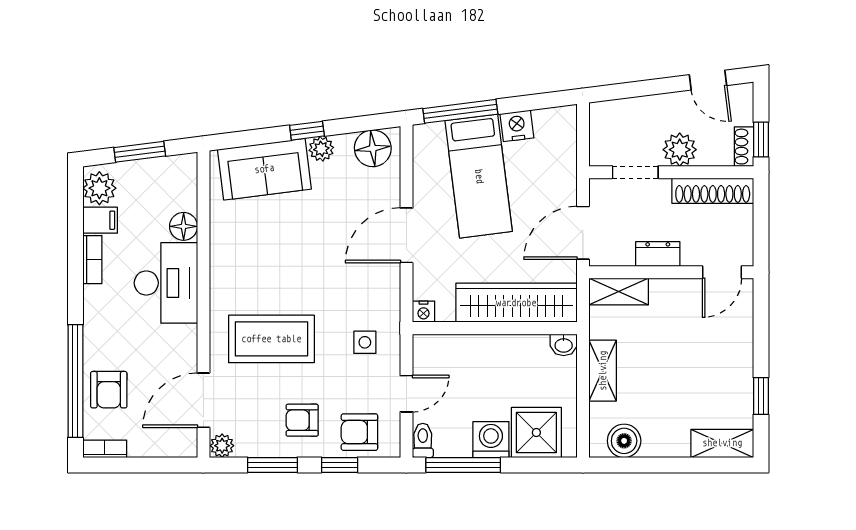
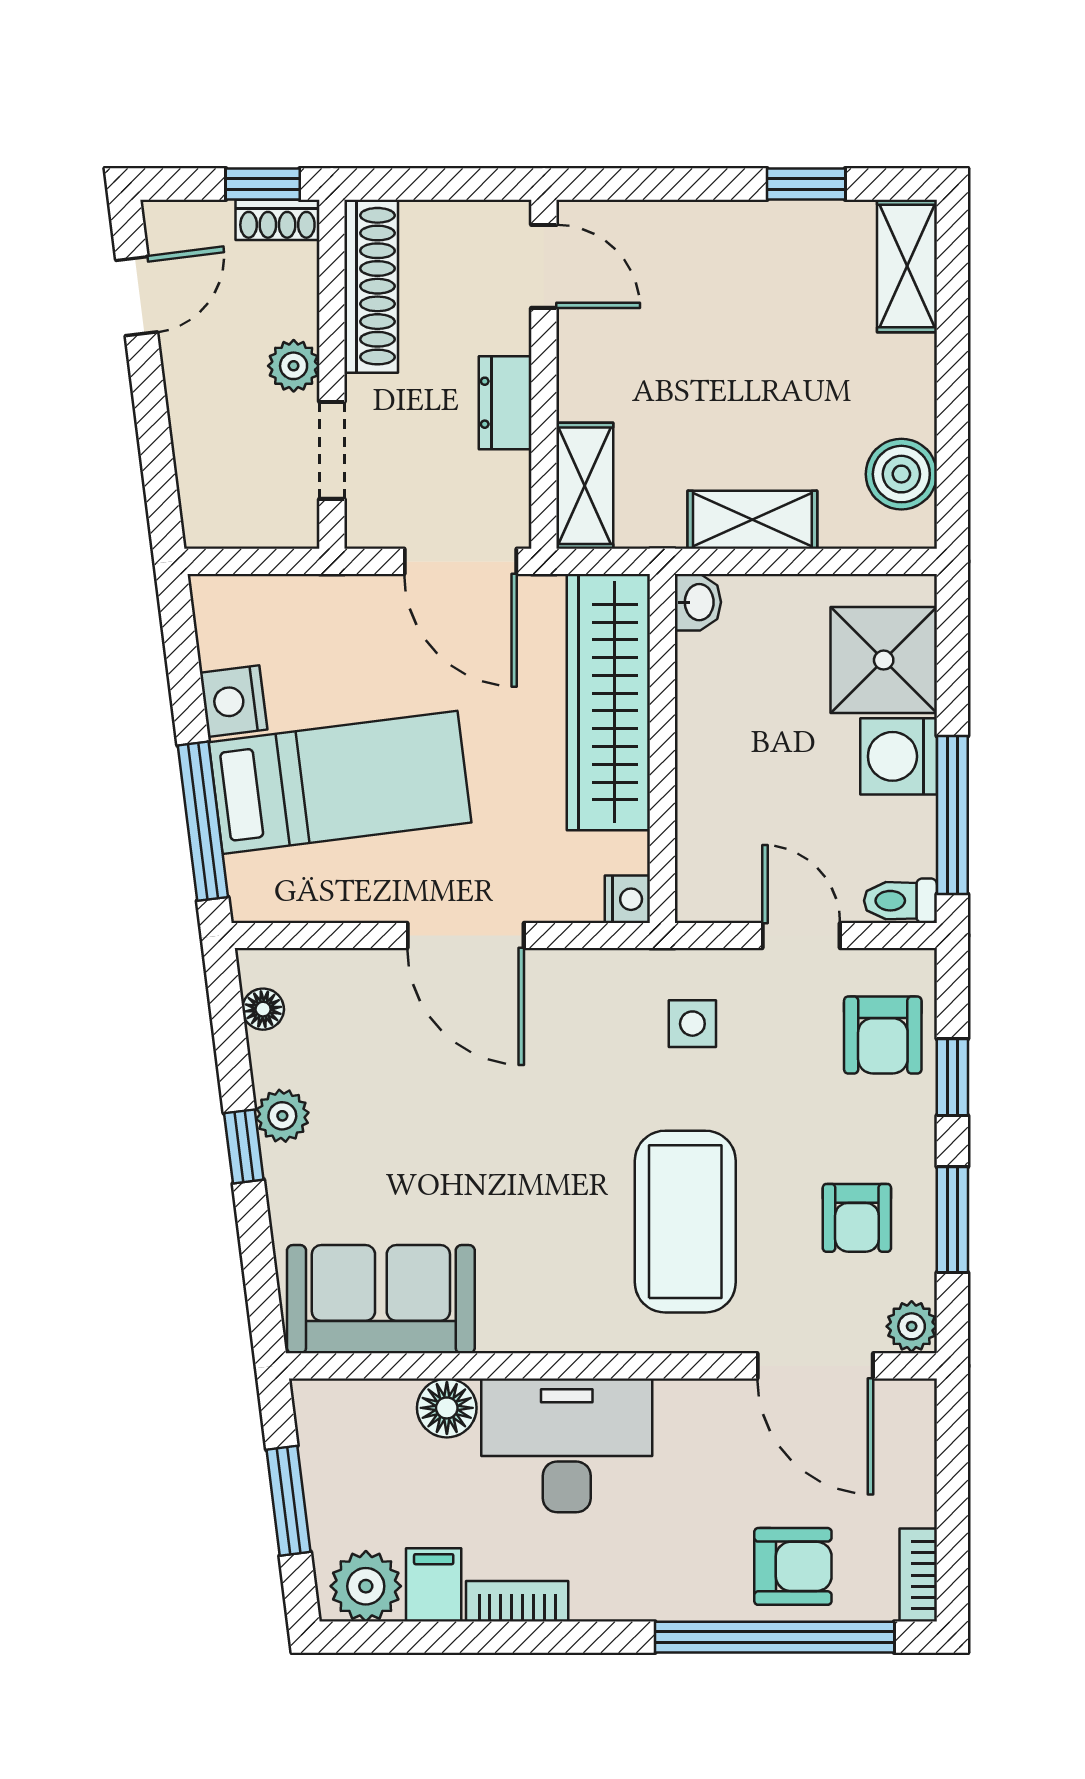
floor lamp: (373, 148) -> (263, 1009), width x0.53, depth x0.53
plant: (680, 150) -> (294, 366), width x0.73, depth x0.73
sofa: (264, 169) -> (381, 1299), moved, turned -83
armchair: (302, 420) -> (857, 1218), moved

